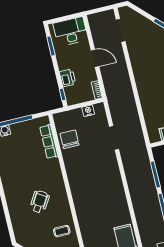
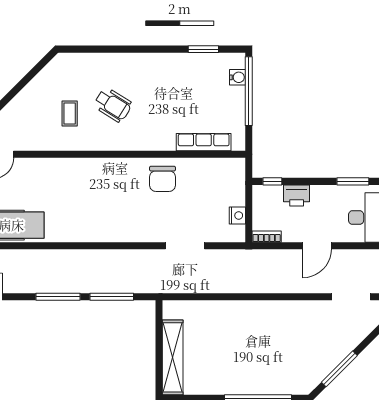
chair: (69, 139) -> (162, 179), moved, turned 90
coffee table: (62, 231) -> (70, 113), moved

